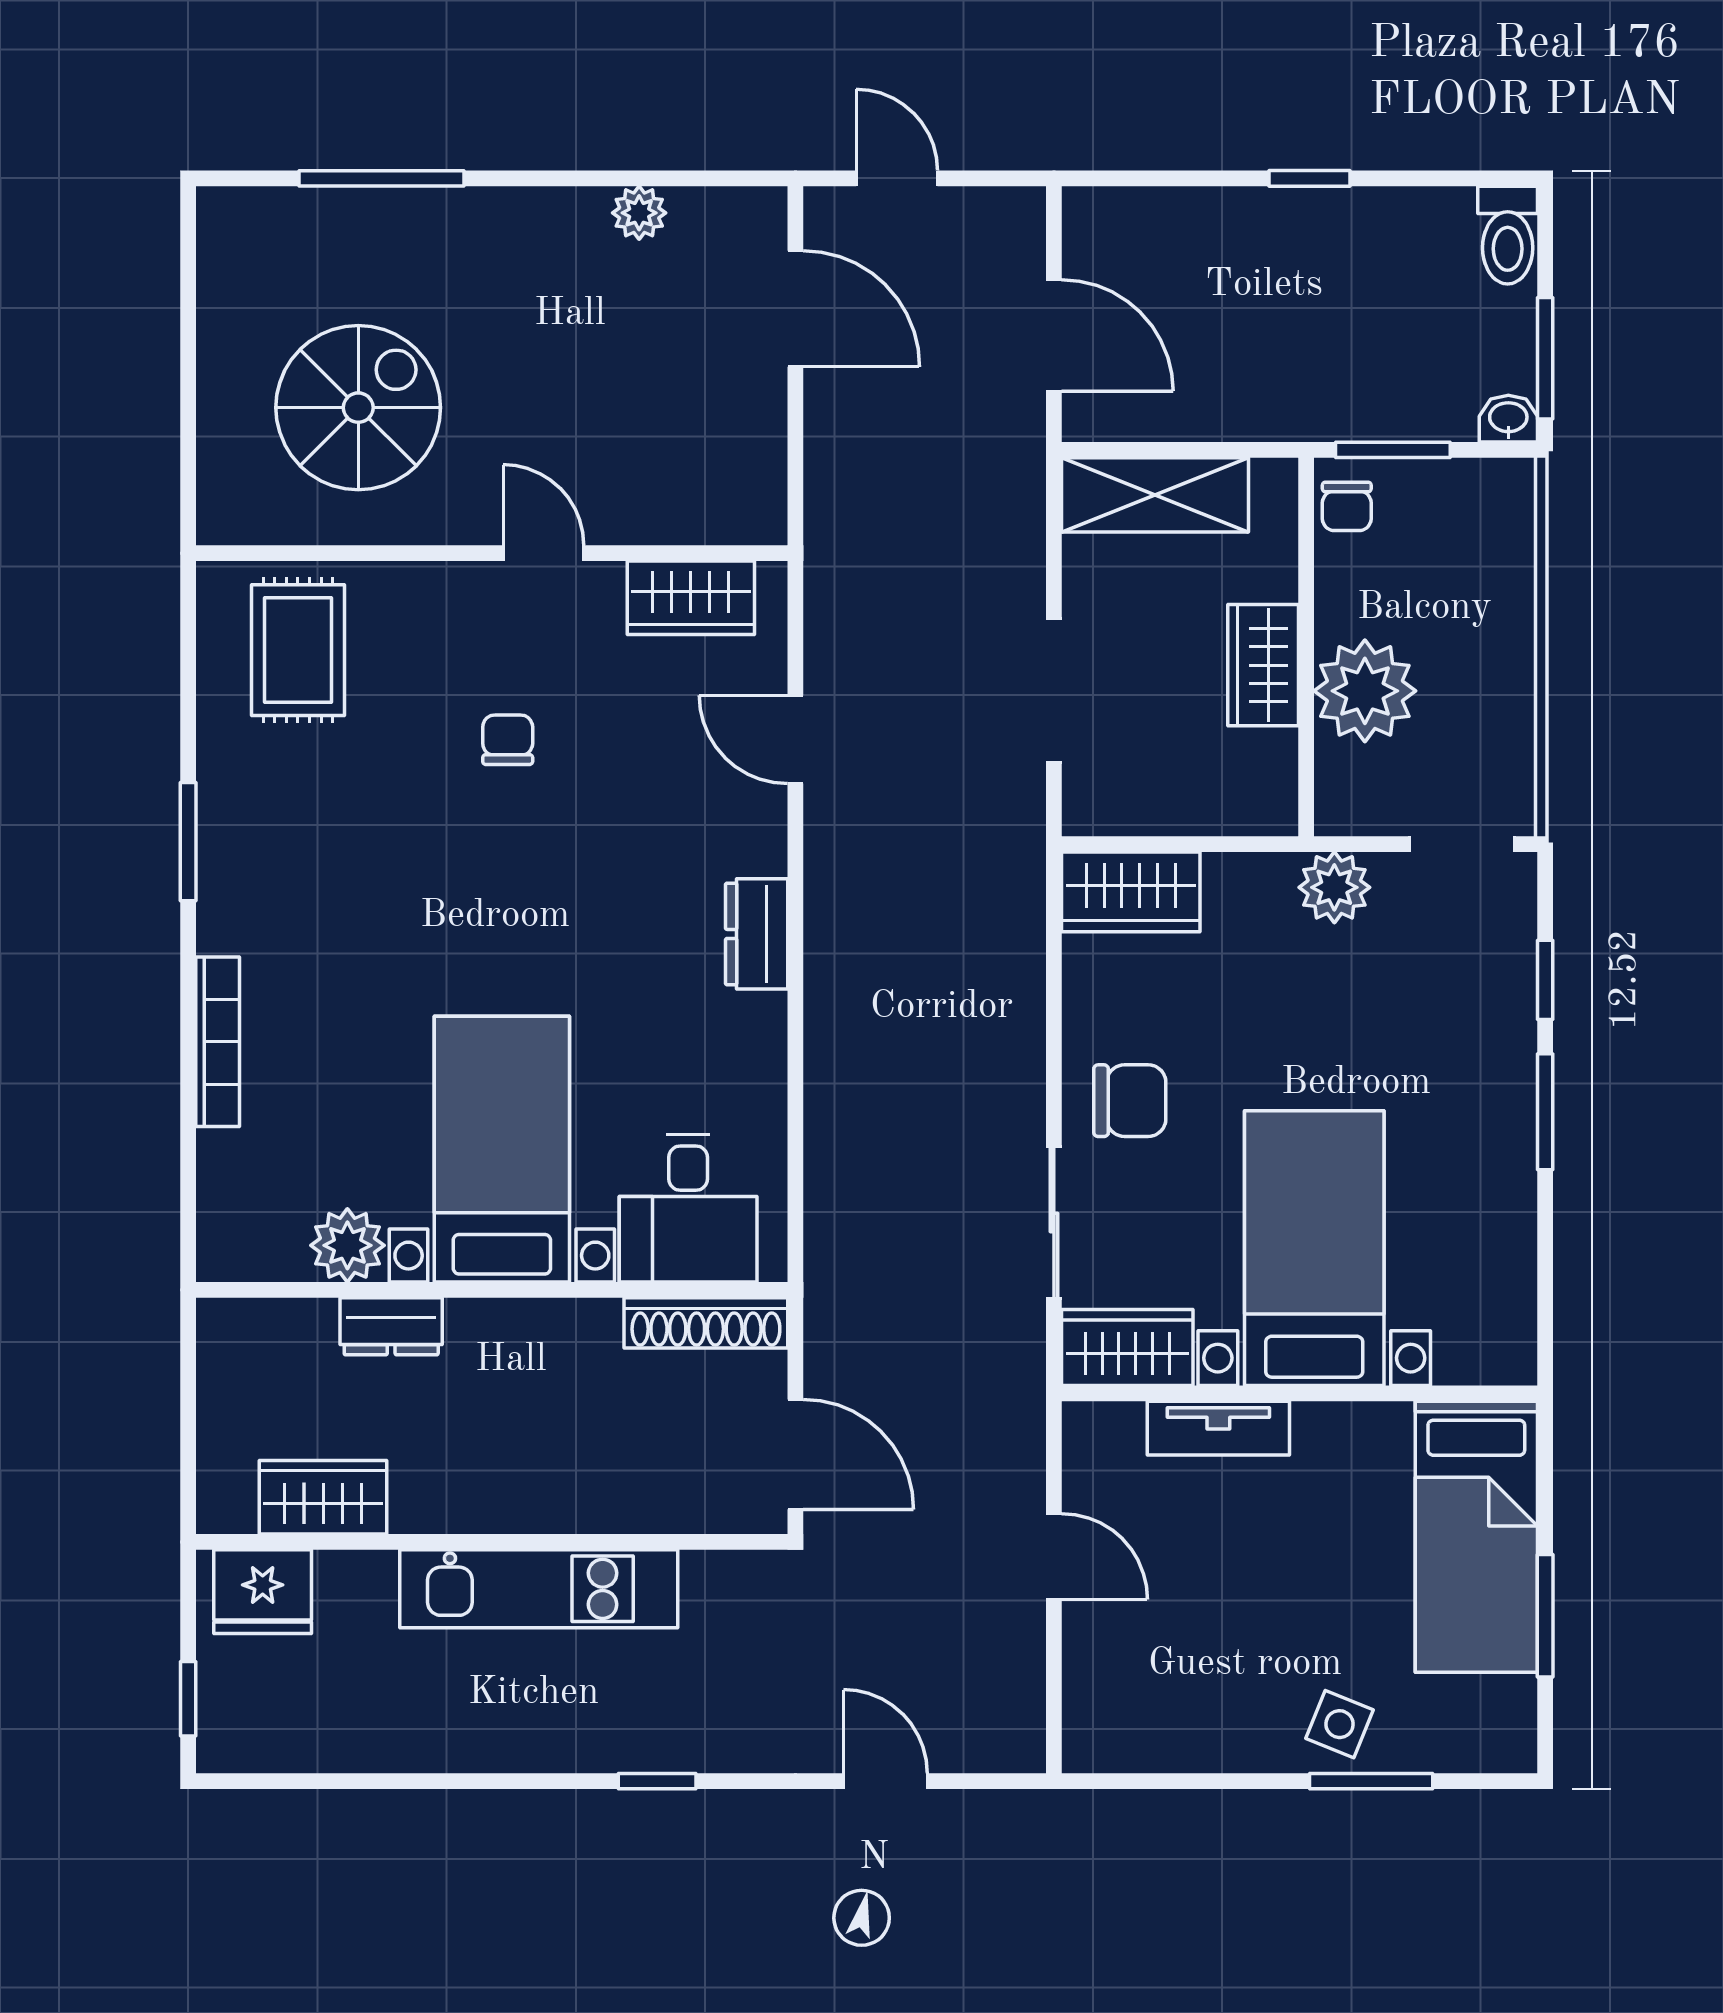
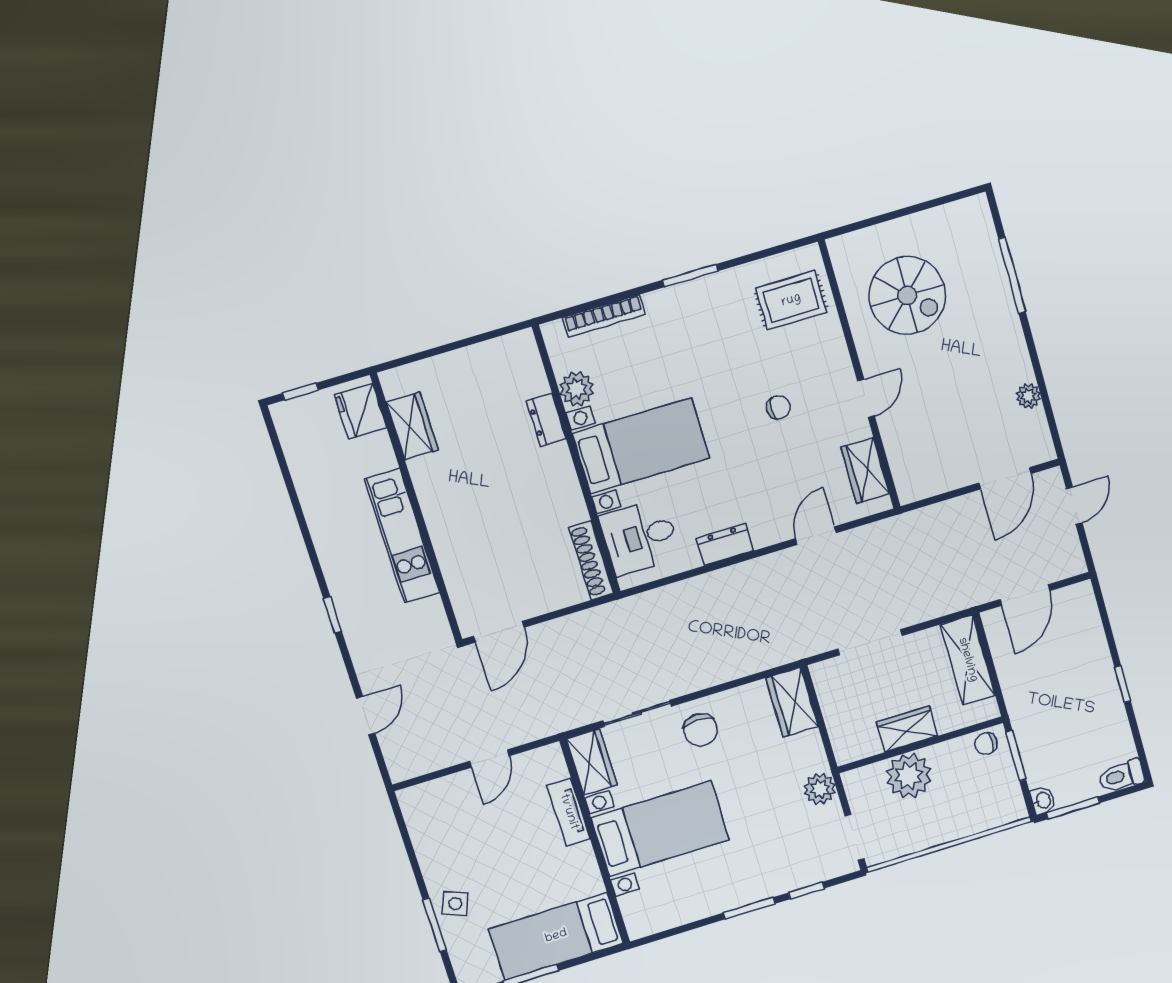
bed with nightstands: (502, 1149) -> (641, 446), moved
desk: (688, 1208) -> (640, 537), moved
plant: (347, 1245) -> (577, 389), moved
wall: (492, 1290) -> (576, 460), moved
shoe rack: (706, 1323) -> (591, 560), moved
dresser: (391, 1326) -> (546, 420), moved

